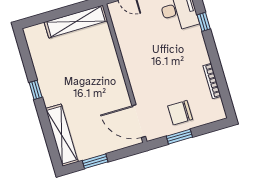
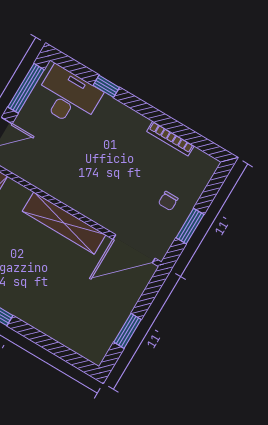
chair: (180, 113) -> (168, 201), width x0.54, depth x0.54
shelving: (62, 135) -> (64, 223), moved

